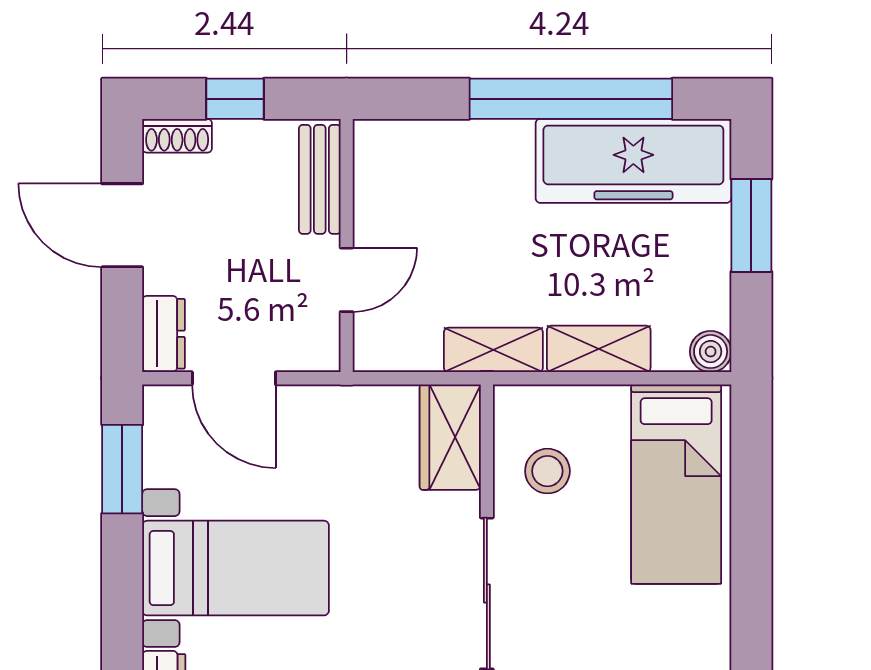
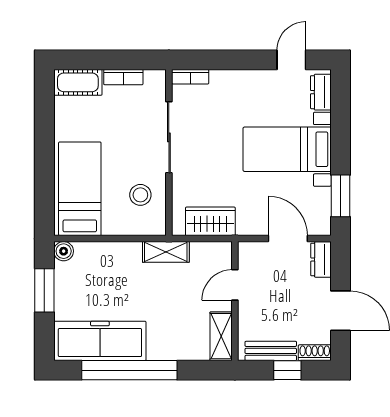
bench: (320, 179) -> (271, 351), moved, turned 90
window: (751, 225) -> (44, 290), moved
shelving: (599, 349) -> (221, 336), moved, turned 90
wardrobe: (450, 437) -> (210, 221), moved, turned -90

